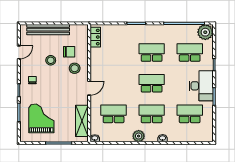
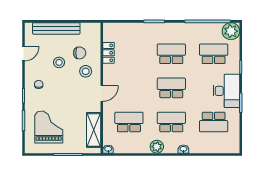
locker: (95, 37) -> (109, 53), moved
school desk: (190, 114) -> (214, 122), turned 180

